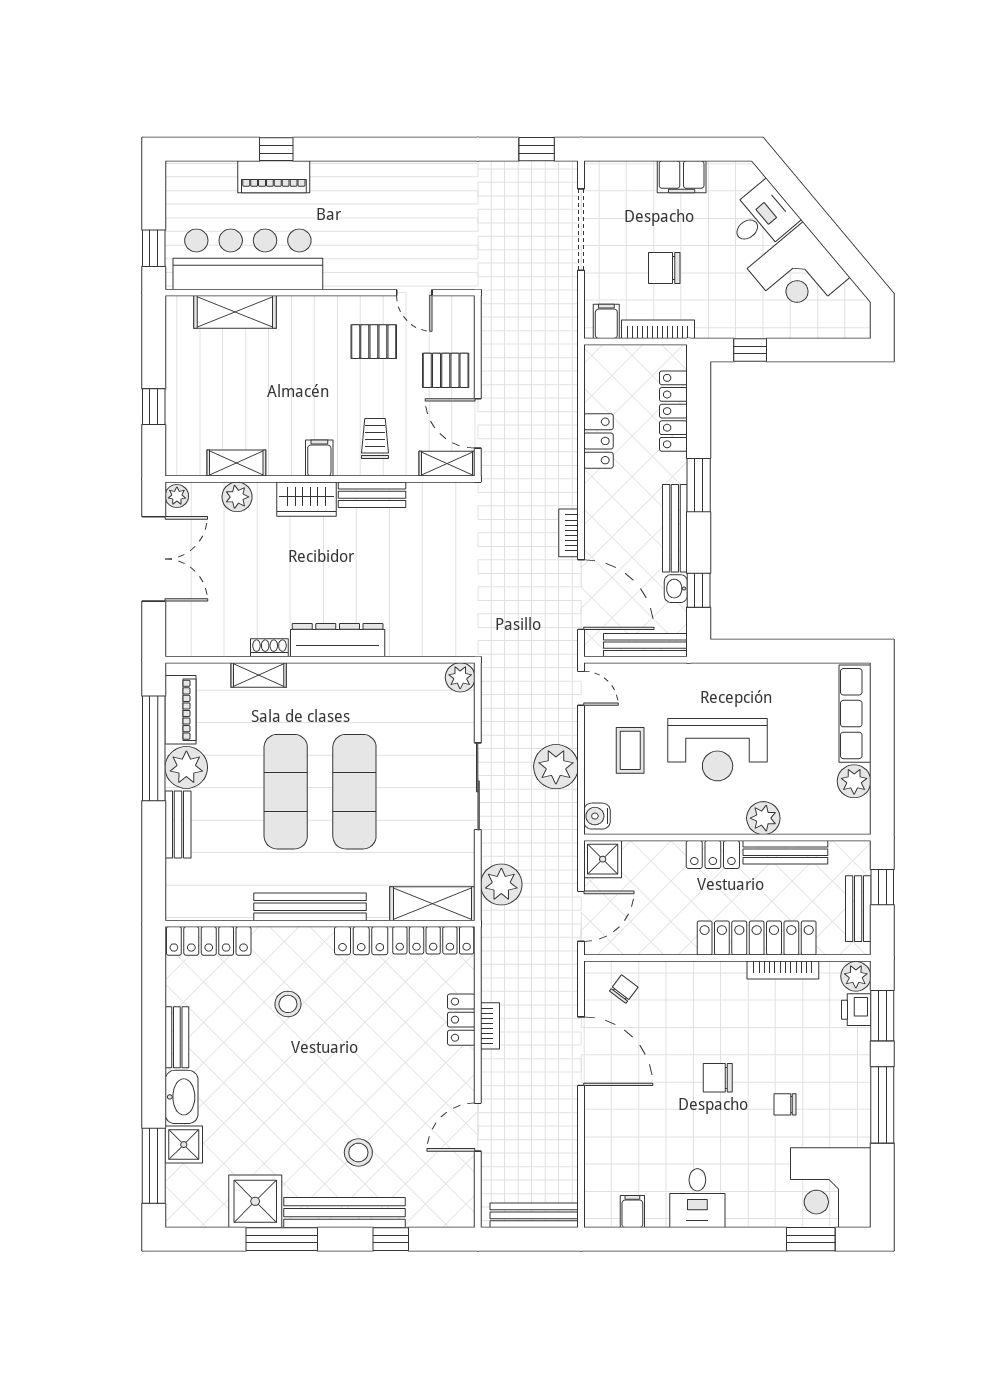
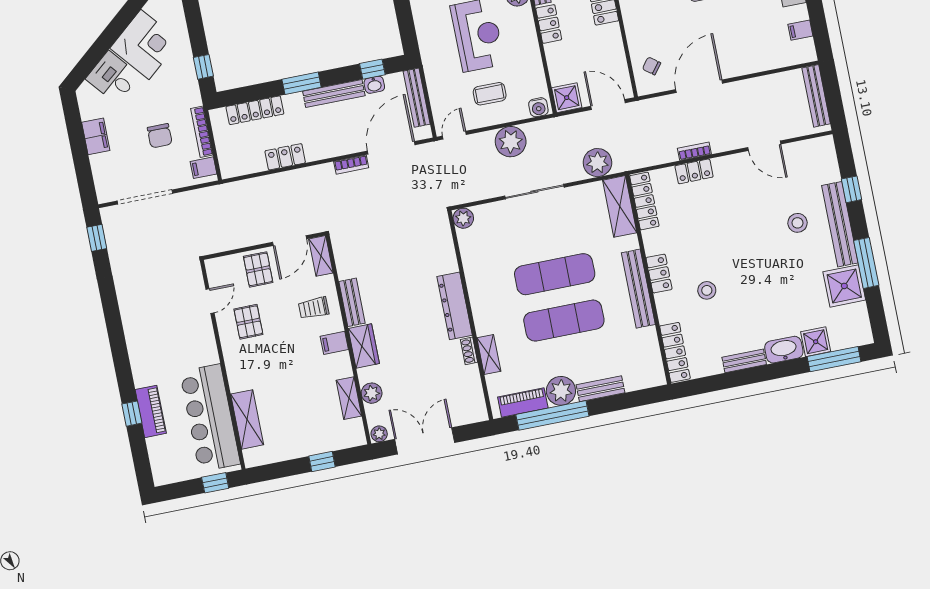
locker: (361, 941) -> (659, 274), moved

